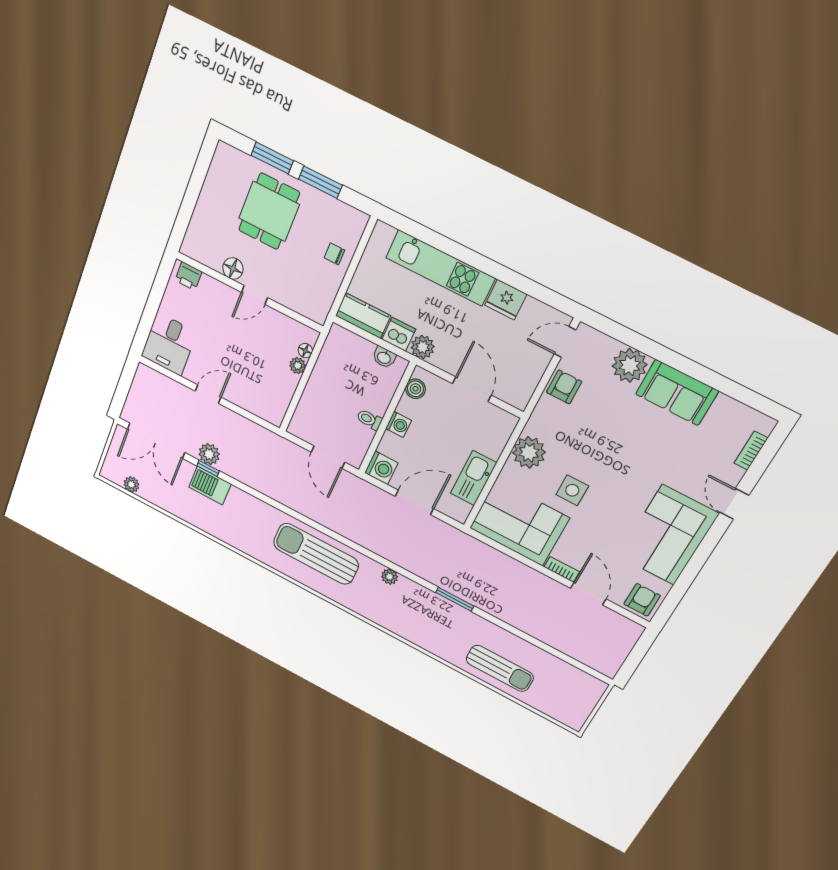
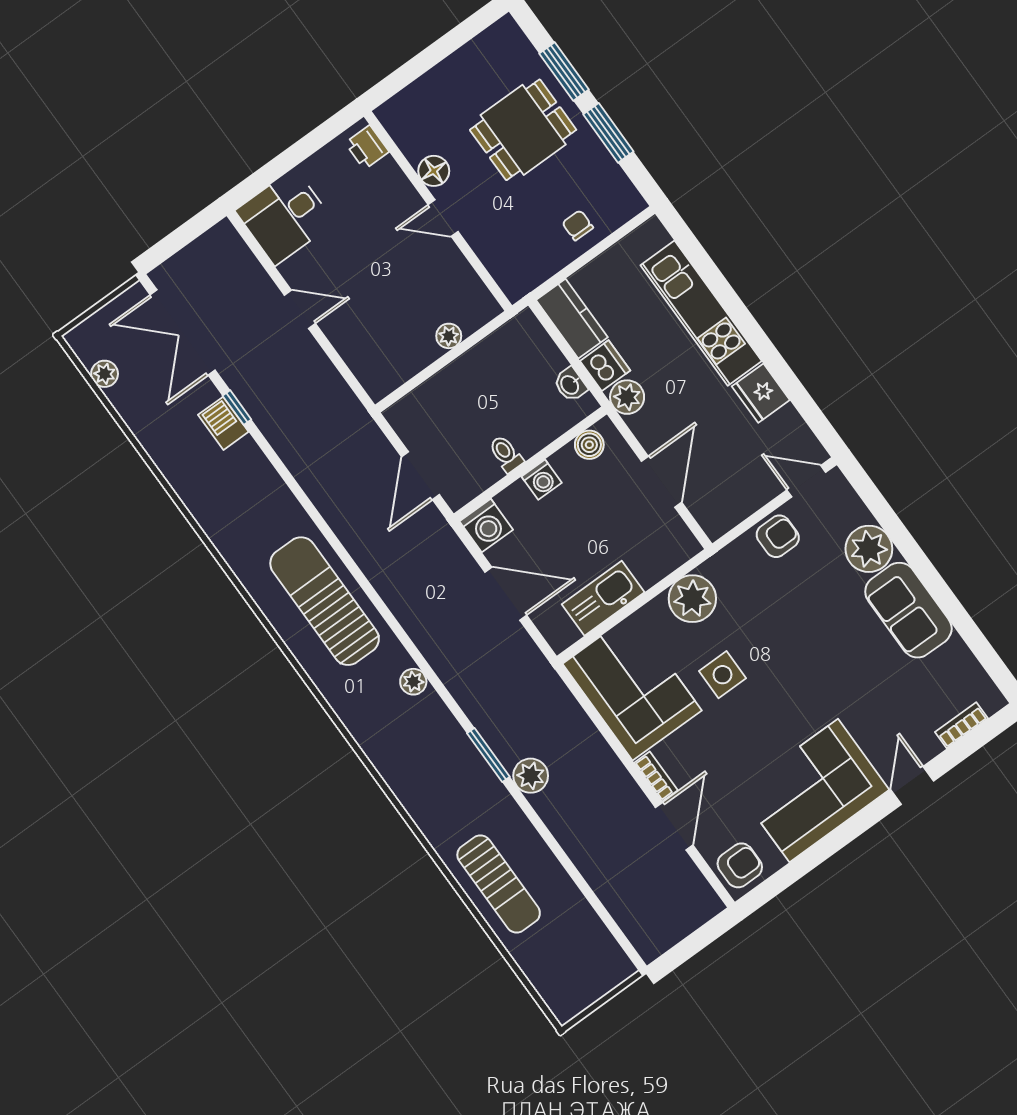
floor lamp: (305, 351) -> (470, 322), removed
plant: (209, 454) -> (531, 776), moved
barbecue: (210, 486) -> (223, 423), width x0.73, depth x0.79

